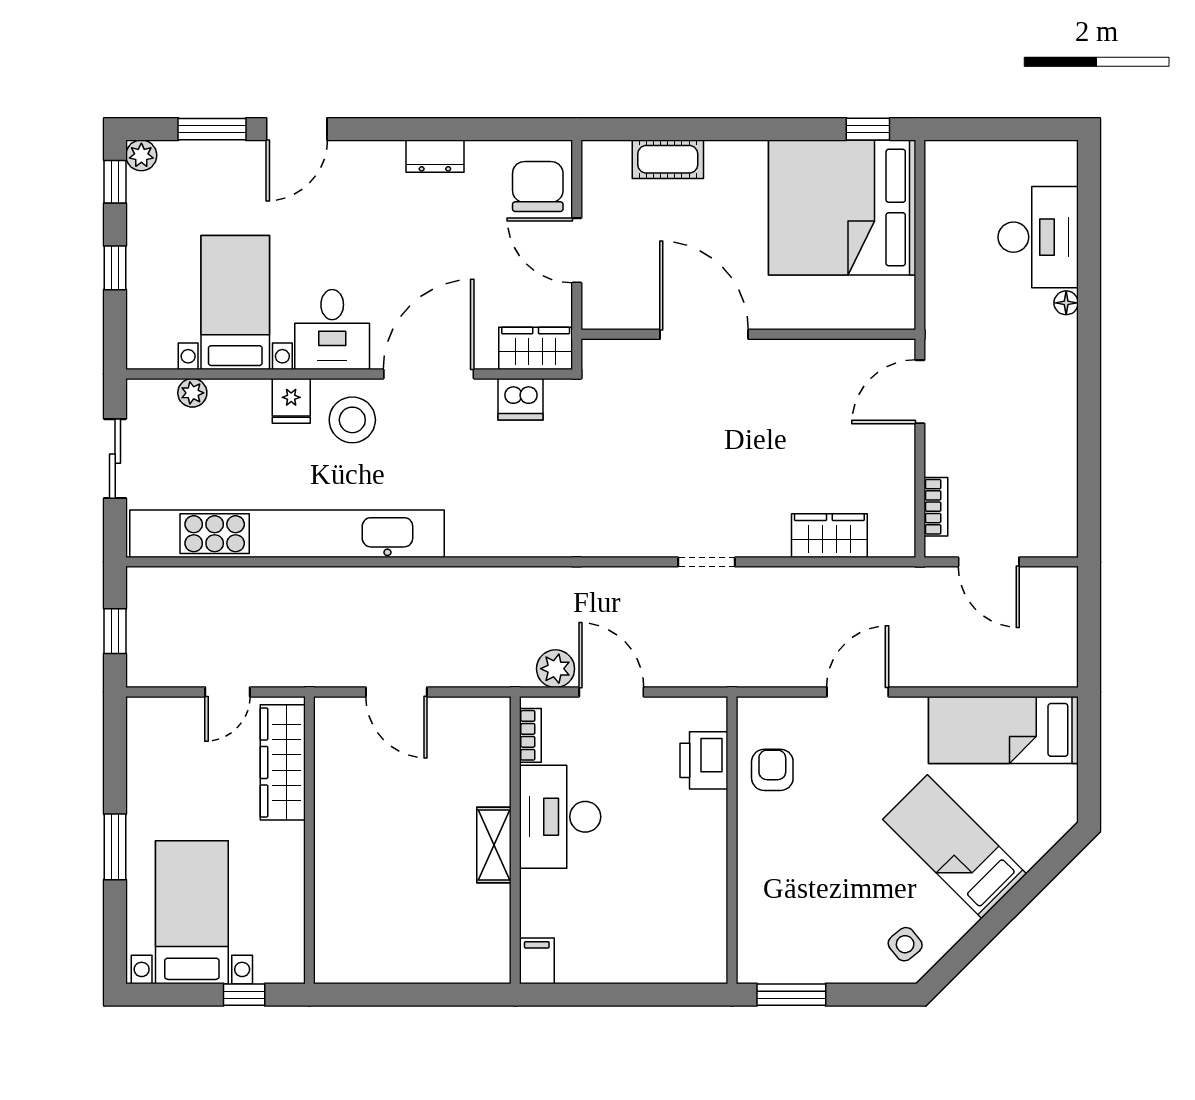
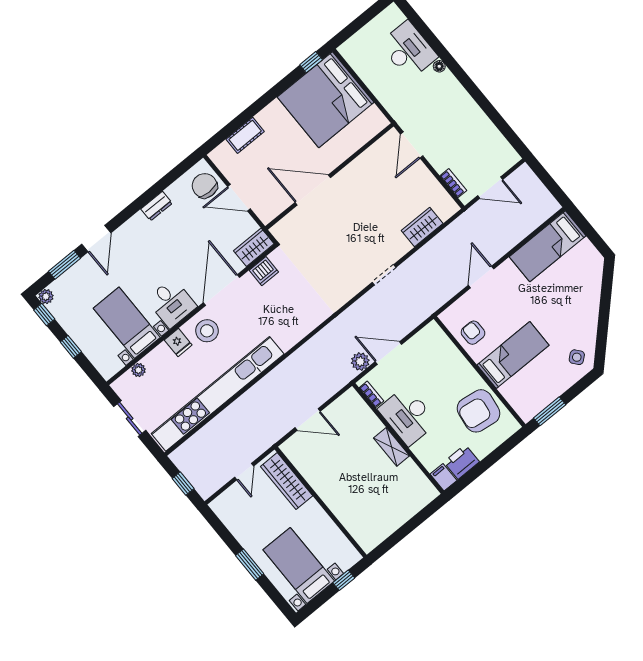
printer: (704, 760) -> (462, 462), moved, turned 90
bed: (955, 847) -> (513, 355), moved, turned 135
armchair: (679, 901) -> (478, 411), added

